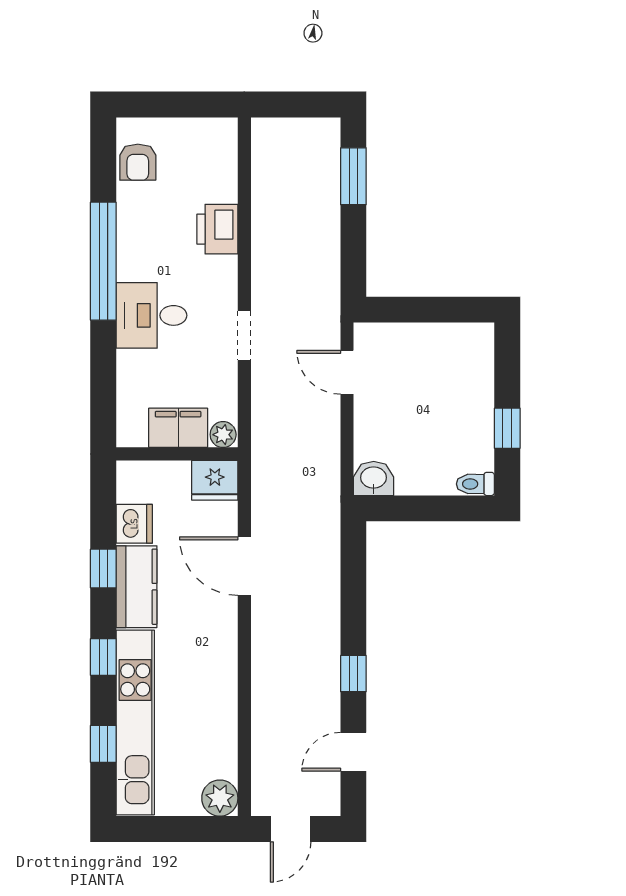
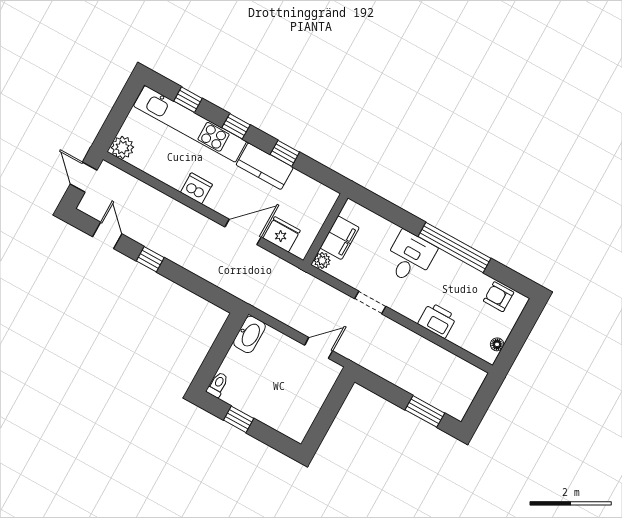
floor lamp: (205, 128) -> (497, 344), added
washbasin: (374, 479) -> (249, 334), width x1.38
fridge: (215, 480) -> (282, 234), moved, turned 90
dishwasher: (134, 524) -> (196, 188), moved, turned 180

